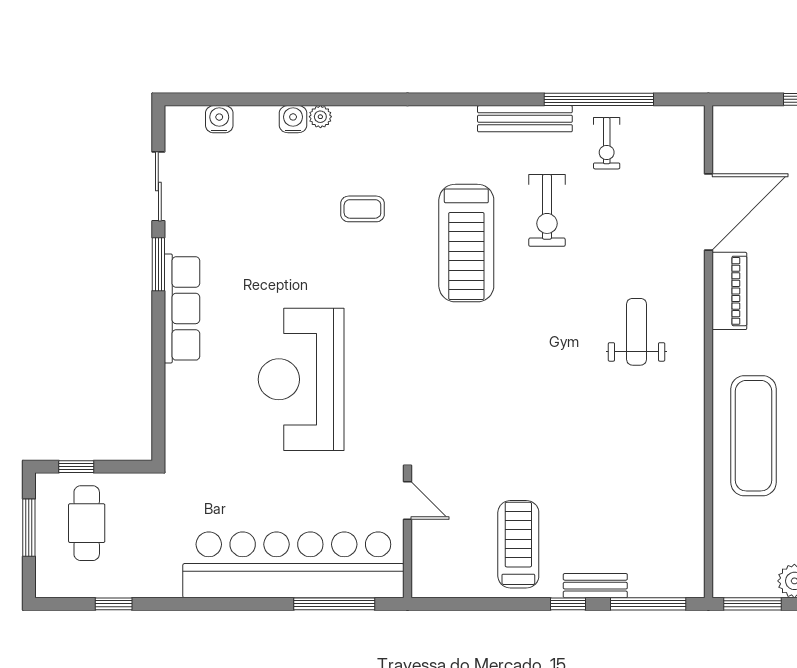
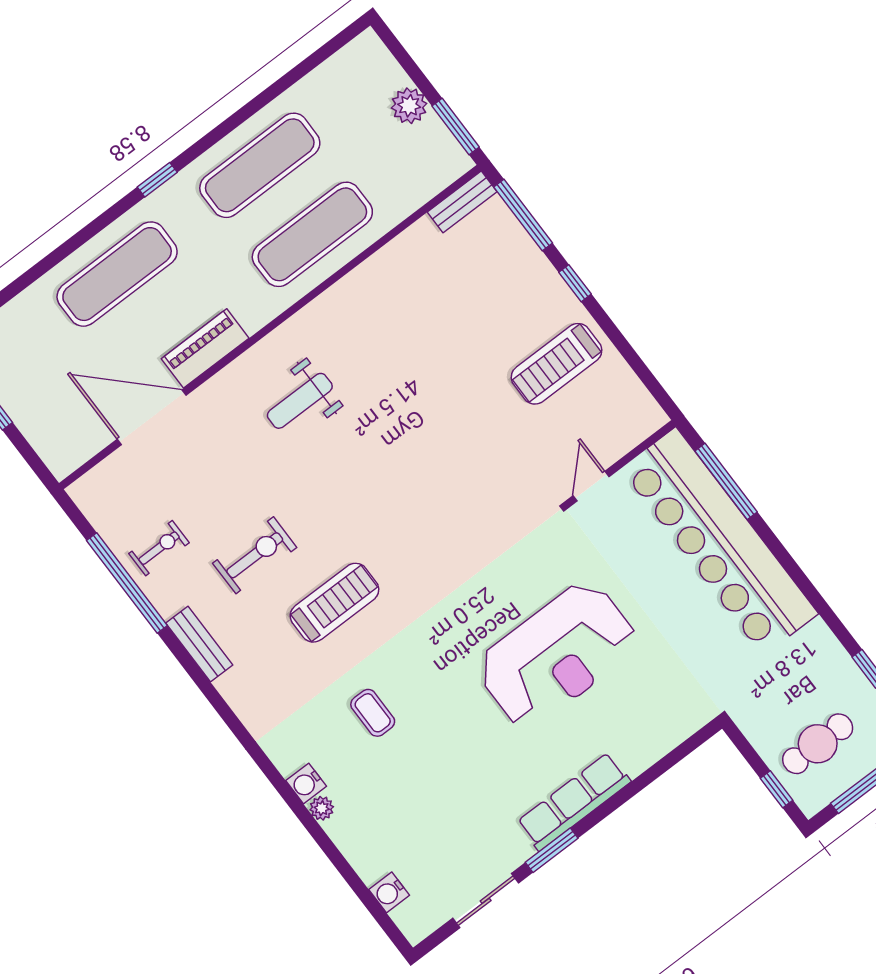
water cooler: (293, 119) -> (306, 783), moved
bench: (525, 119) -> (199, 644), width x0.73
treadmill: (466, 243) -> (334, 603), width x0.73, depth x0.73
bench: (595, 586) -> (462, 202), moved, turned 90

